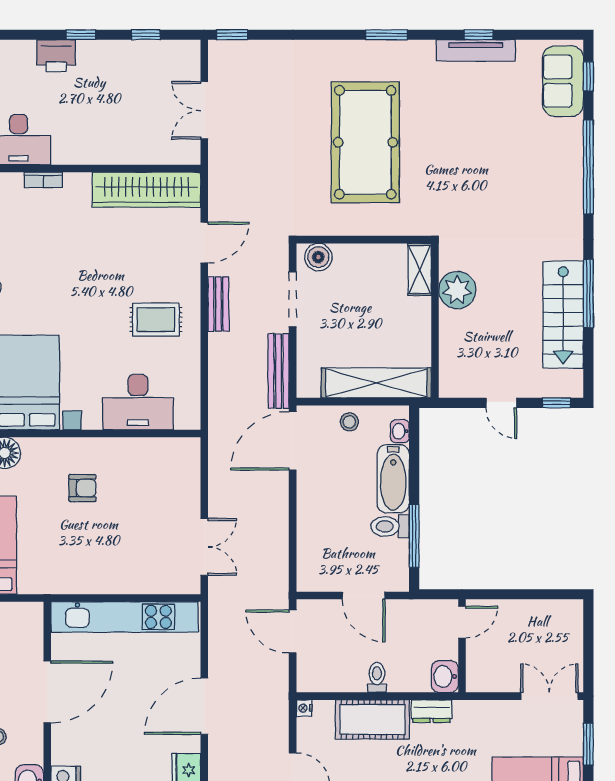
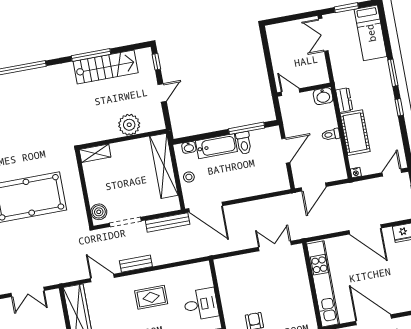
plant: (457, 290) -> (129, 125), moved
rug: (156, 320) -> (151, 297), turned 90
desk: (138, 402) -> (201, 304), width x0.73

